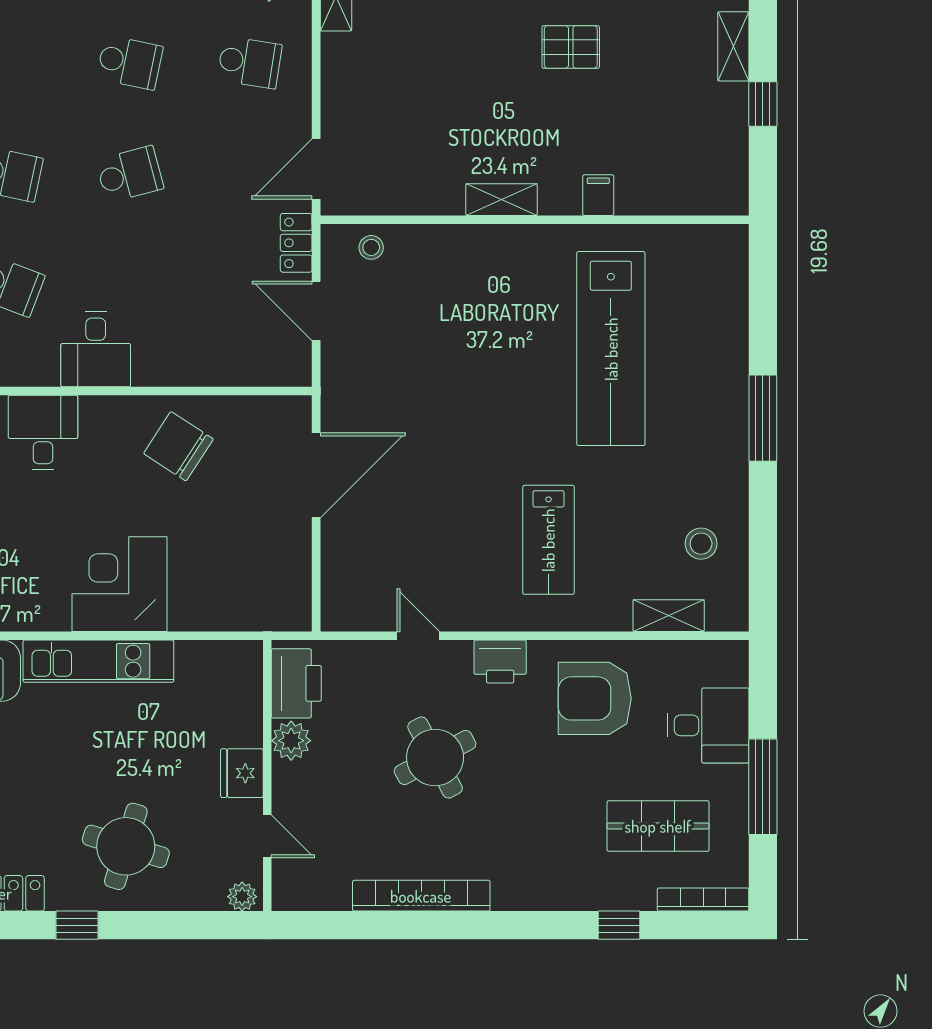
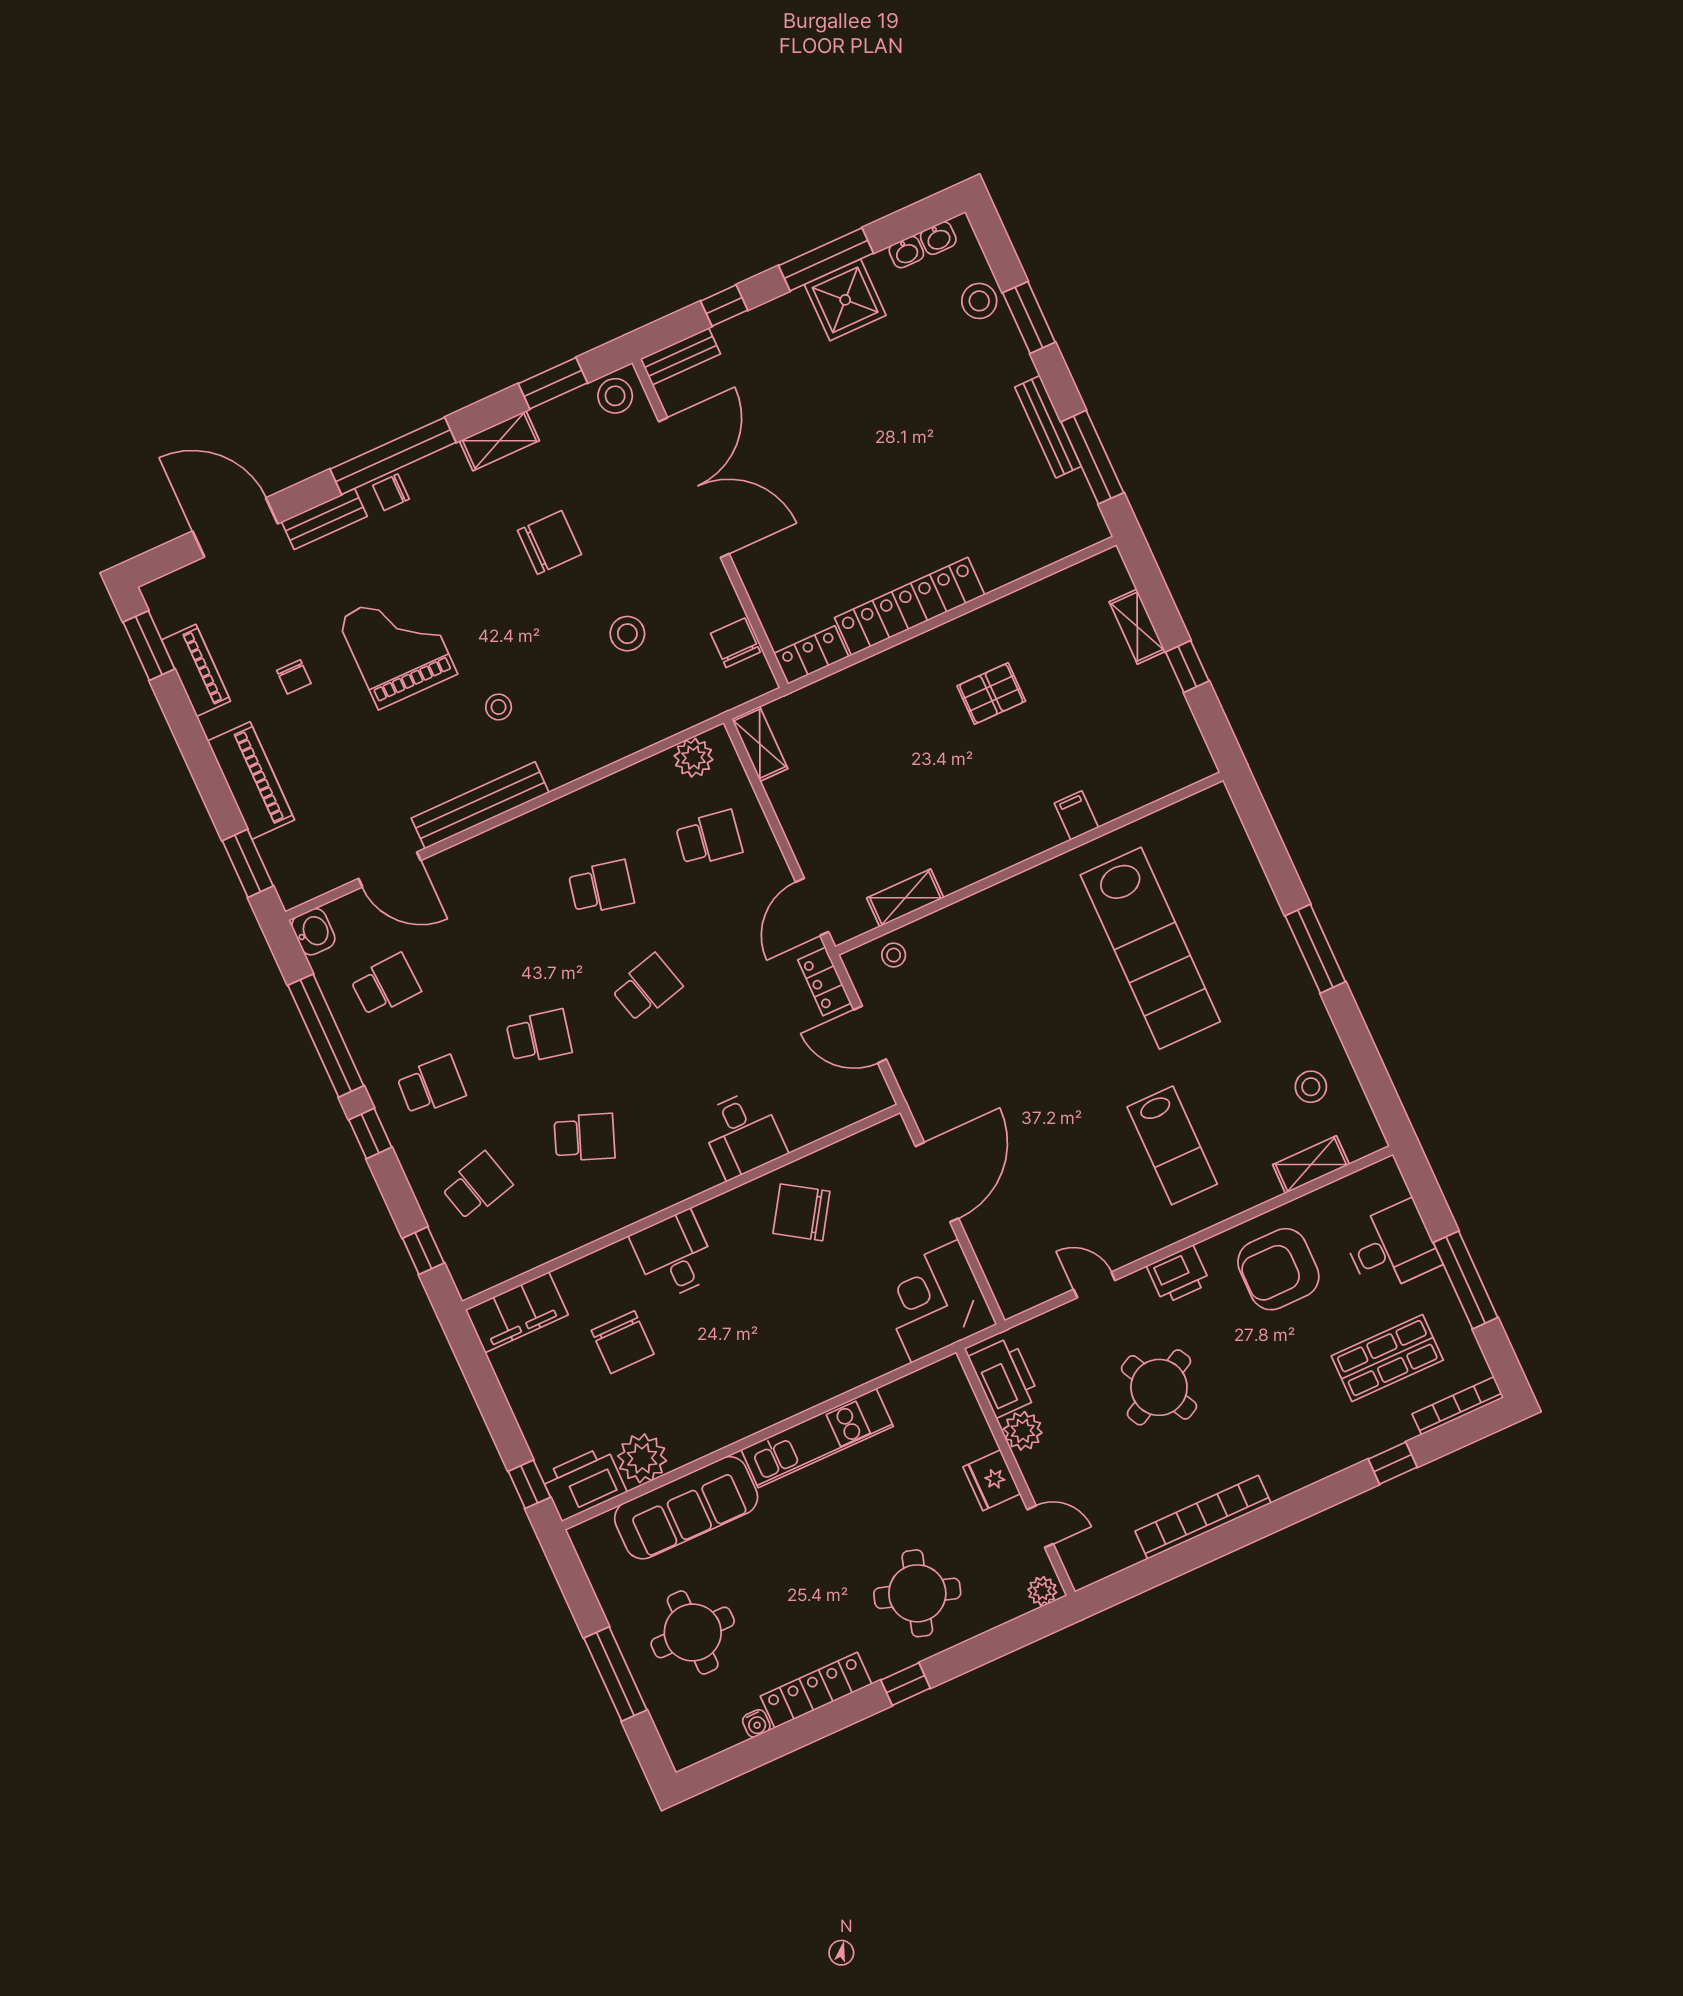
shelving: (502, 200) -> (905, 898), moved
desk: (96, 349) -> (743, 1134), moved
corner desk: (119, 584) -> (935, 1301), moved

